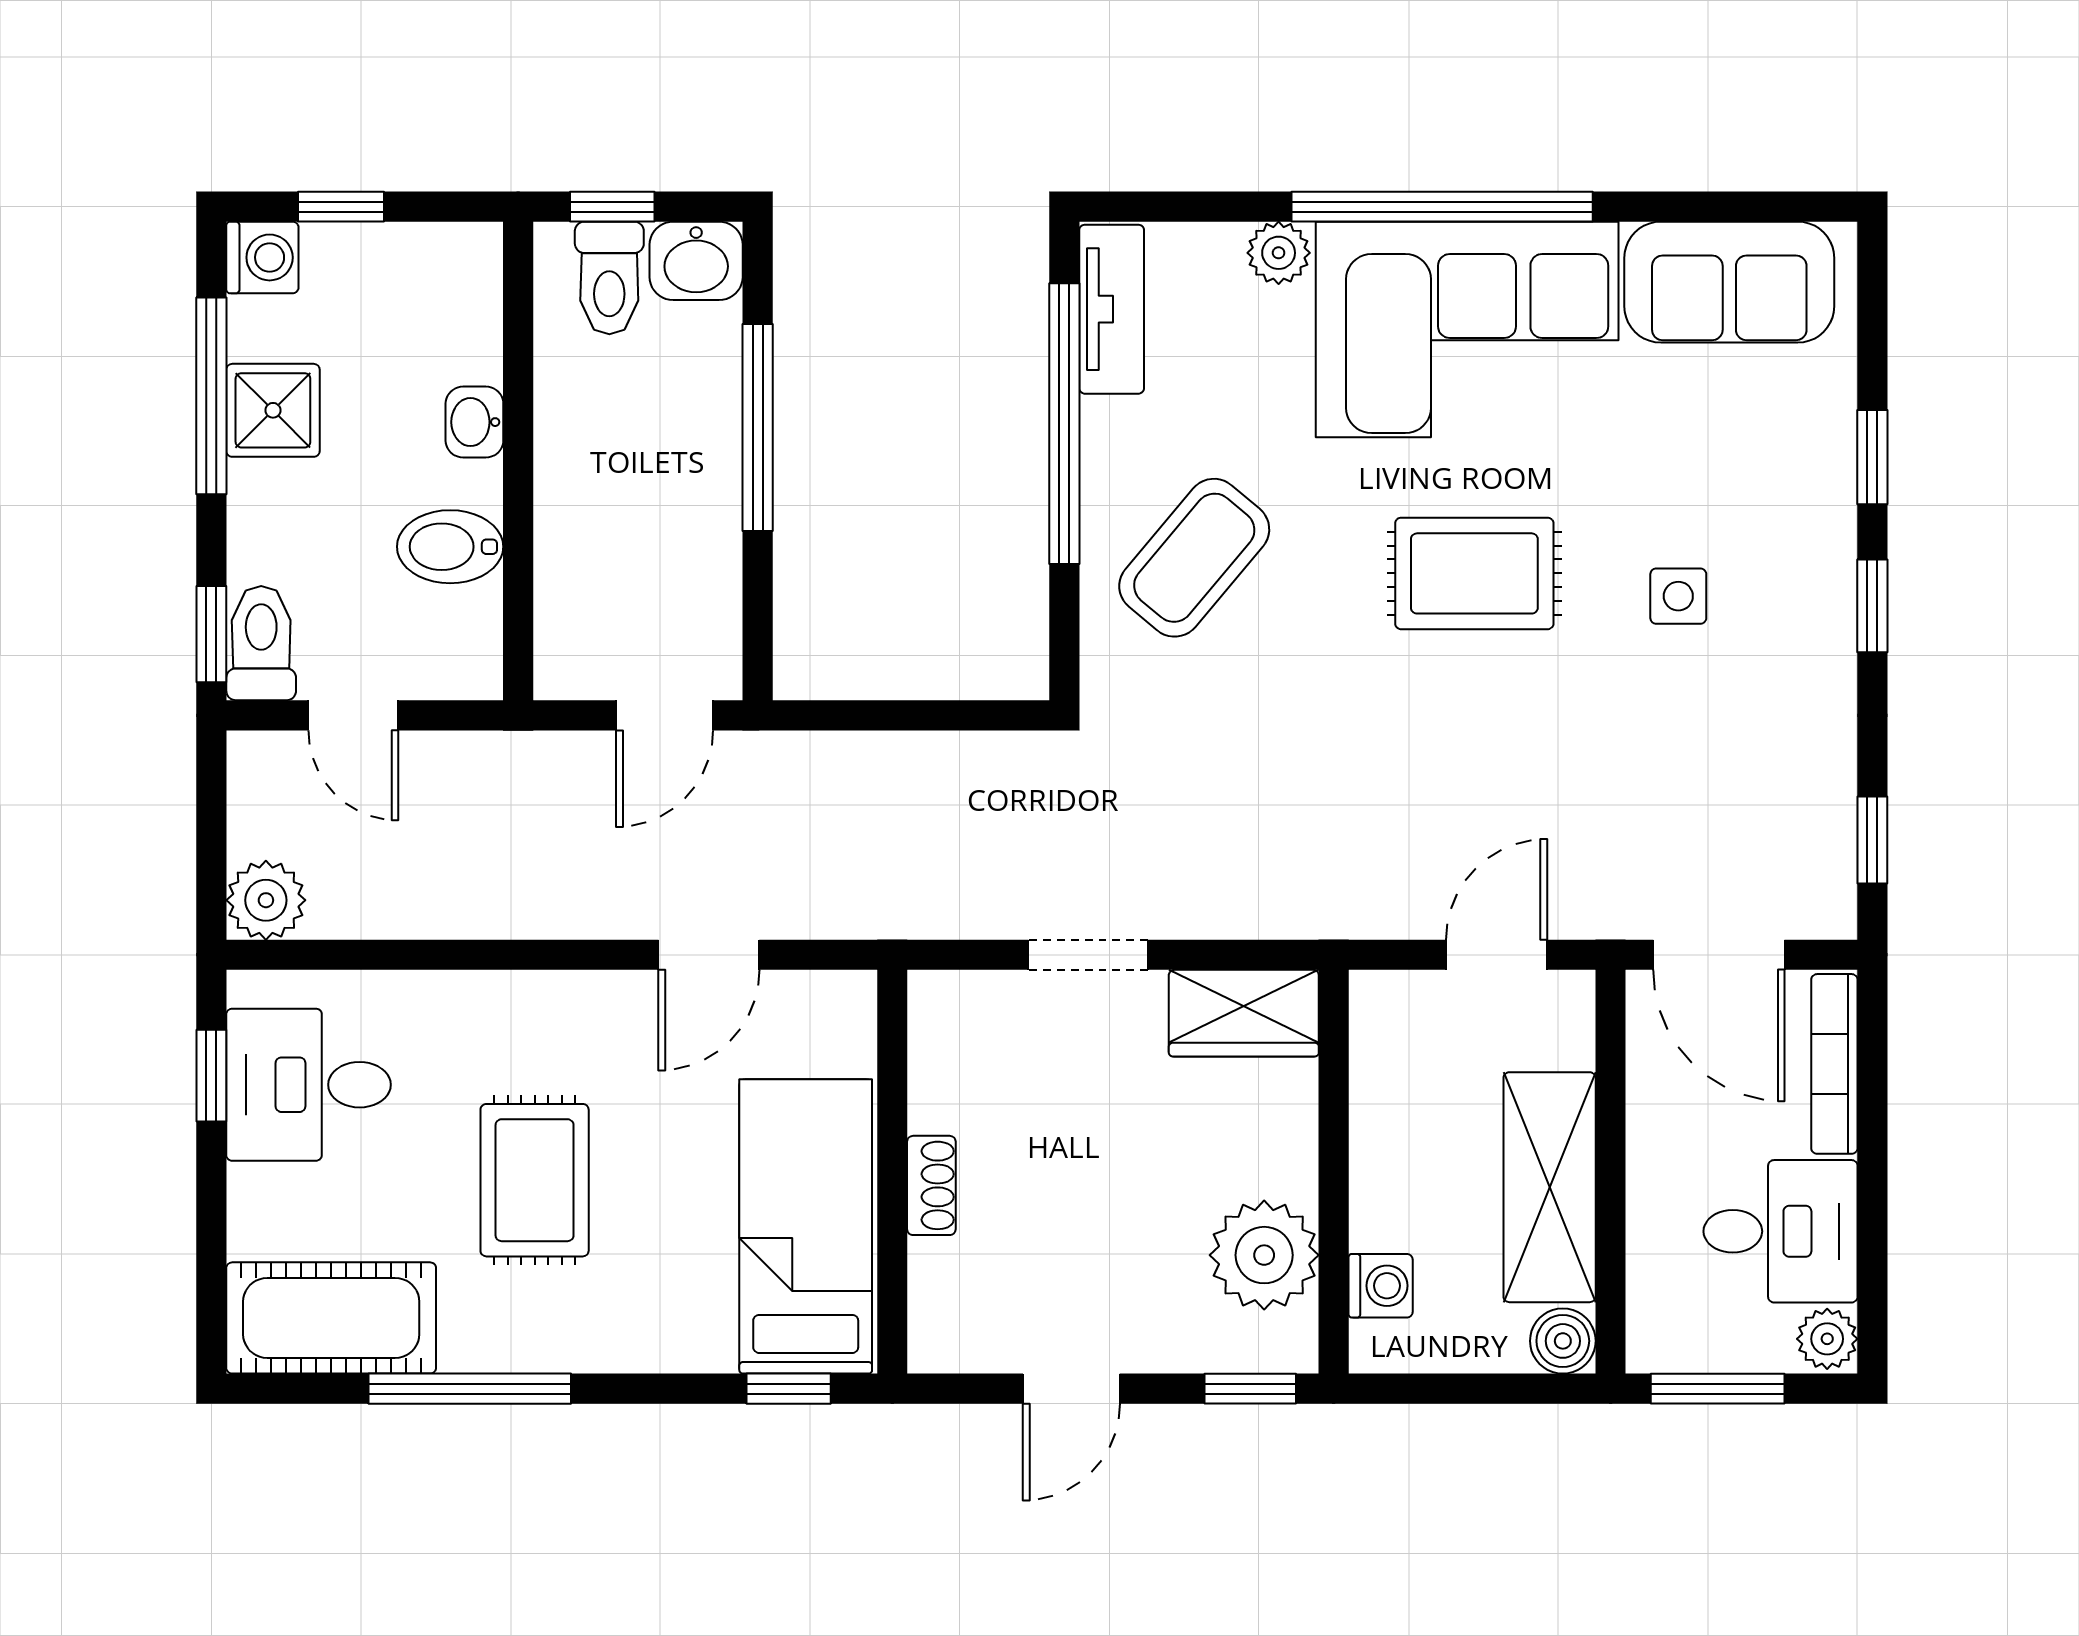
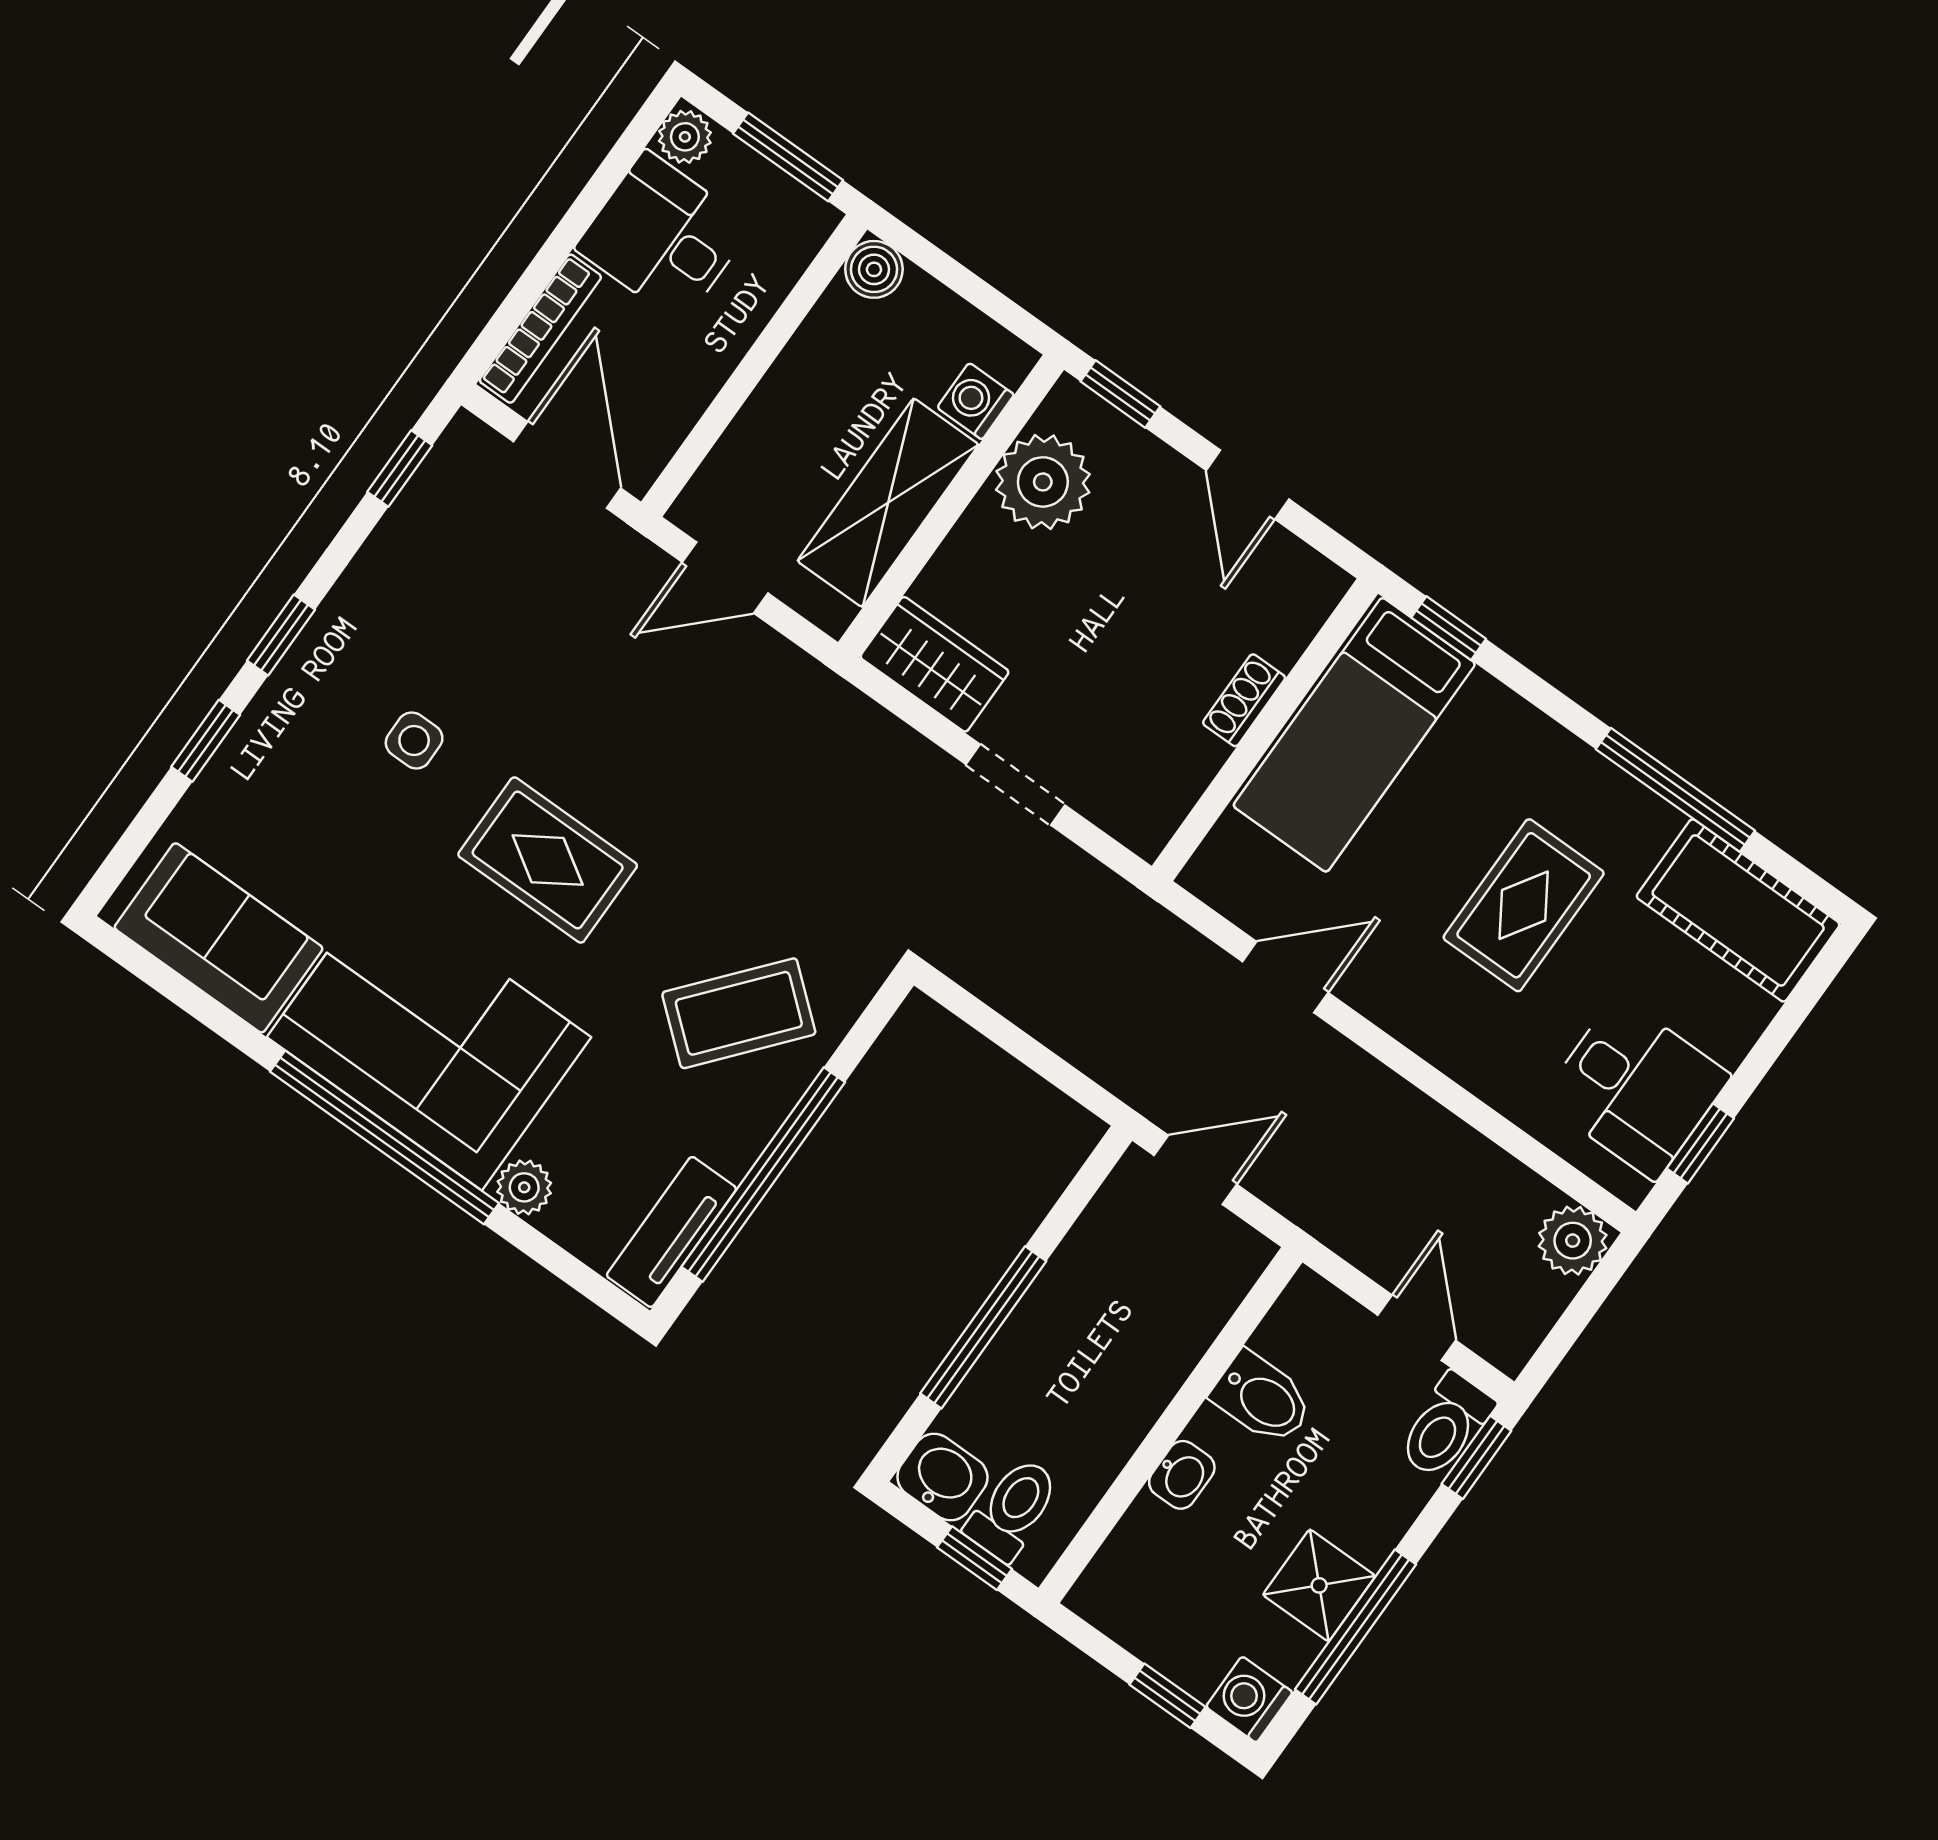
shelving: (1550, 1187) -> (888, 503), moved
door: (1071, 1389) -> (1248, 485), swing flipped

